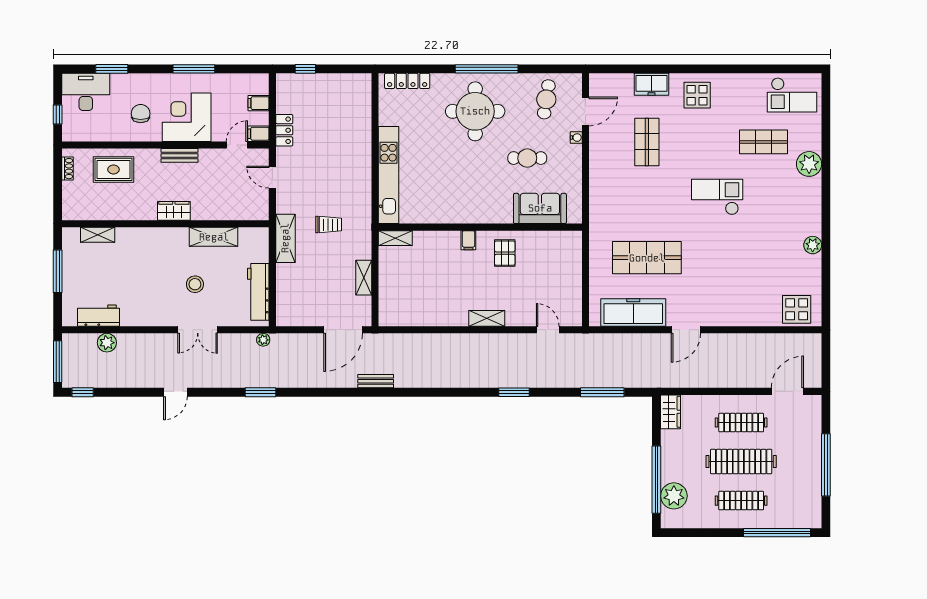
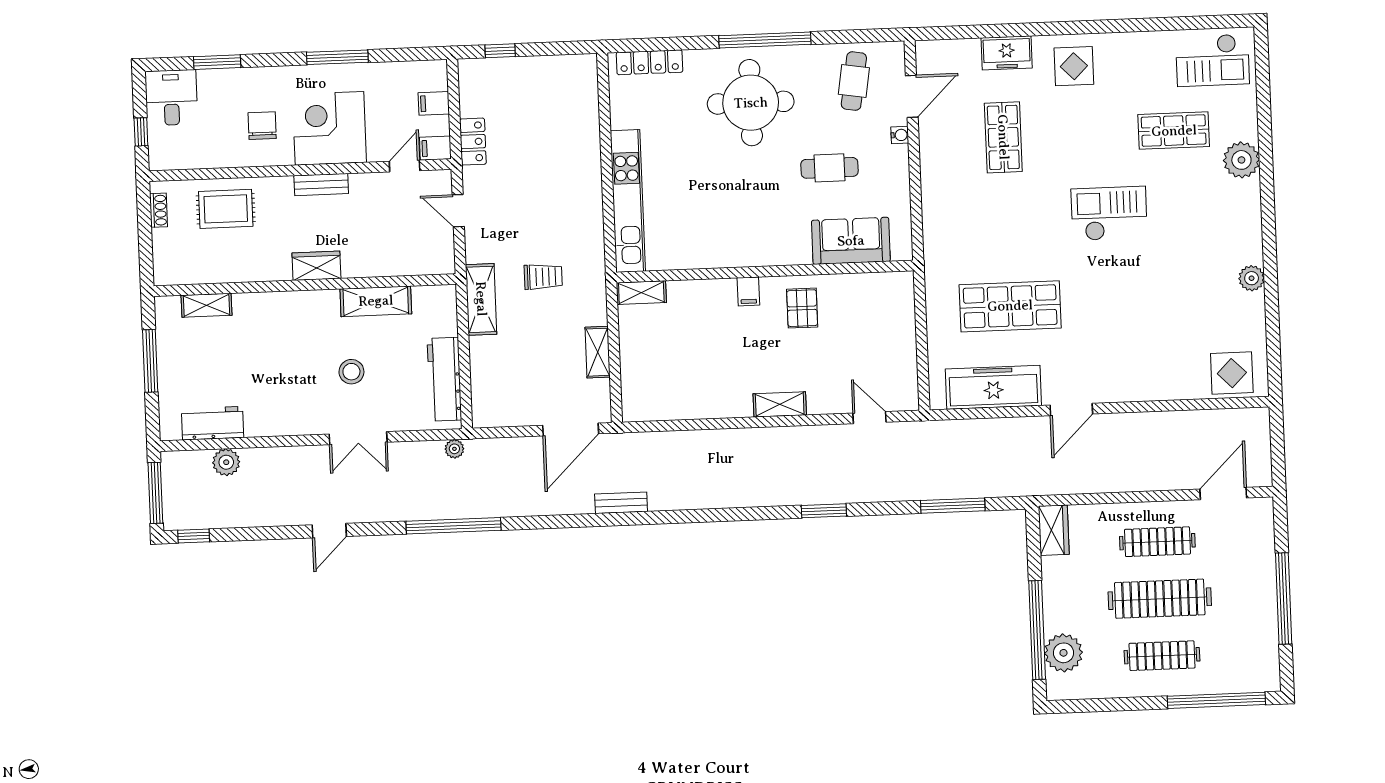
desk: (86, 92) -> (171, 98), width x0.73
window: (260, 392) -> (453, 526), width x2.11

